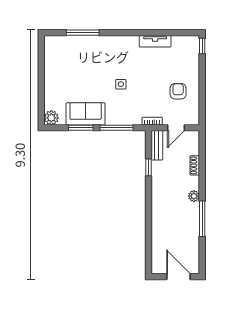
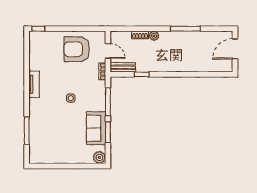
tv unit: (155, 41) -> (34, 84), moved
armchair: (178, 91) -> (77, 49), width x1.88, depth x1.88
plant: (194, 196) -> (154, 36), moved

